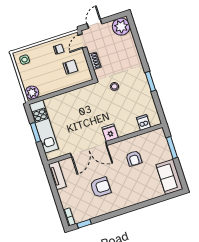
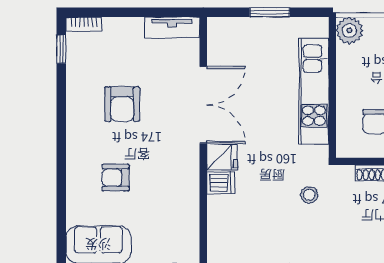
dishwasher: (143, 122) -> (221, 183), moved
kitchen unit: (44, 127) -> (314, 91), moved, turned 90
double door: (89, 149) -> (203, 105), swing flipped
armchair: (134, 158) -> (116, 178), moved

